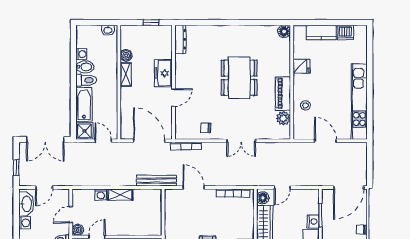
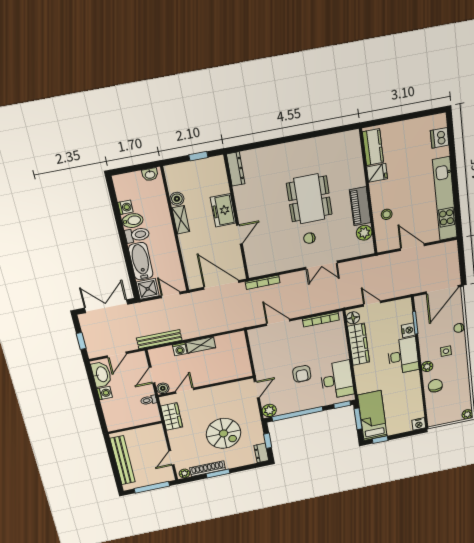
floor lamp: (284, 31) -> (353, 137), removed
dishwasher: (345, 32) -> (440, 138), moved, turned 90
kitchen counter: (321, 33) -> (373, 147), moved, turned -90
chair: (206, 128) -> (309, 238), moved
double door: (45, 139) -> (106, 306), swing flipped
bench: (156, 181) -> (159, 339), moved
door: (282, 188) -> (372, 304), swing flipped

